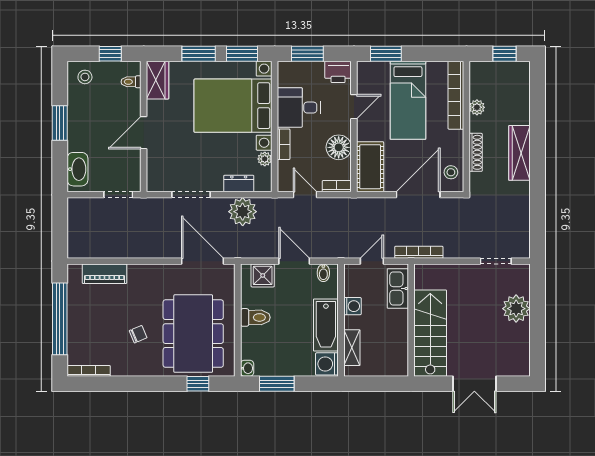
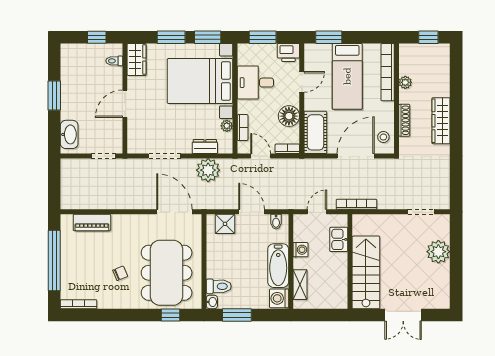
stool: (85, 77) -> (75, 57), removed
bookcase: (284, 144) -> (243, 128), moved
kitchen sink: (398, 288) -> (339, 239), width x0.73
toilet: (255, 317) -> (219, 286), moved

